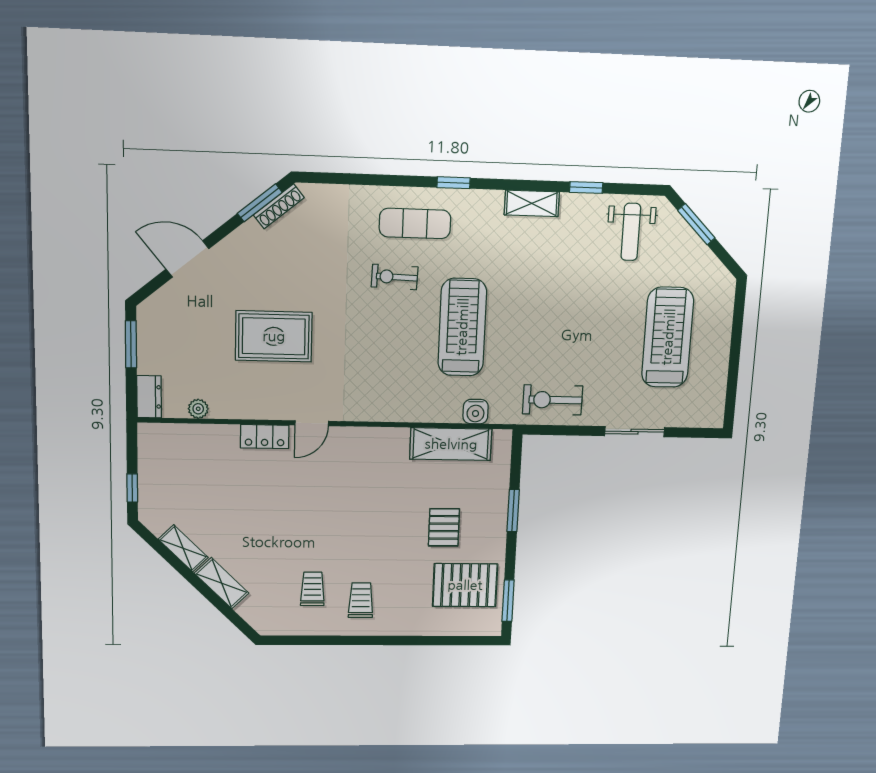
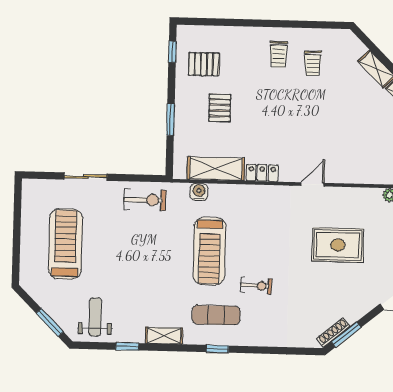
exercise mat: (415, 223) -> (216, 315), moved
treadmill: (668, 337) -> (65, 244), turned 180
locker: (265, 437) -> (262, 173), moved
pallet: (465, 585) -> (204, 64), width x0.67, depth x0.71
window: (508, 601) -> (172, 52), width x0.67

